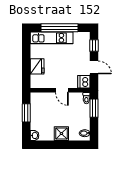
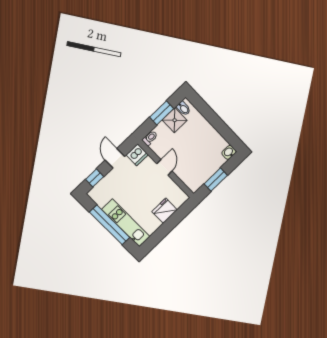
window: (94, 108) -> (162, 113), moved
shower: (61, 134) -> (175, 120), moved

